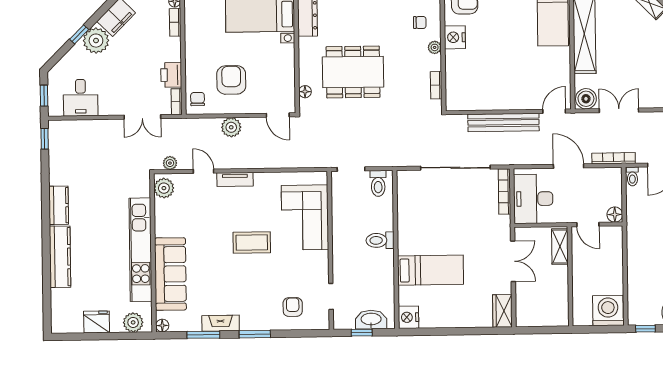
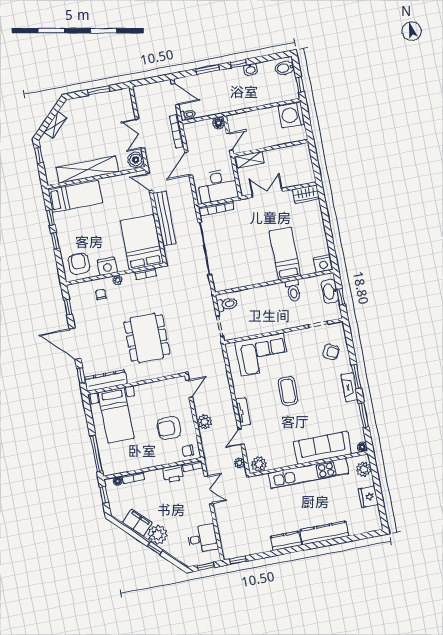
bed: (478, 87) -> (142, 242), added
floor lamp: (305, 92) -> (168, 371), removed
toilet: (380, 240) -> (293, 291), moved
armchair: (293, 307) -> (331, 352), turned -153
fireplace: (221, 323) -> (349, 387), moved

